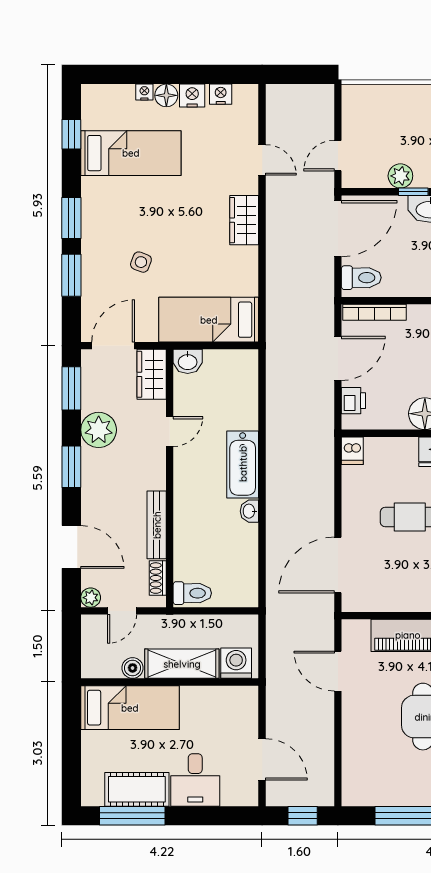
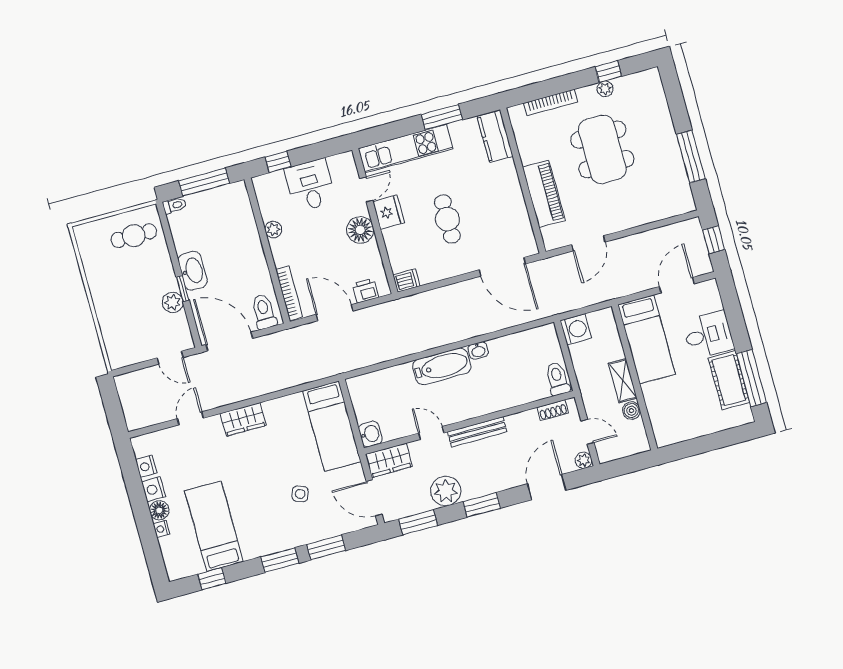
bench: (157, 525) -> (477, 432), moved
washing machine: (236, 663) -> (576, 329), moved, turned 180
shelving: (182, 664) -> (623, 381), width x0.67, depth x0.75
bed: (130, 708) -> (647, 339), moved, turned 180

